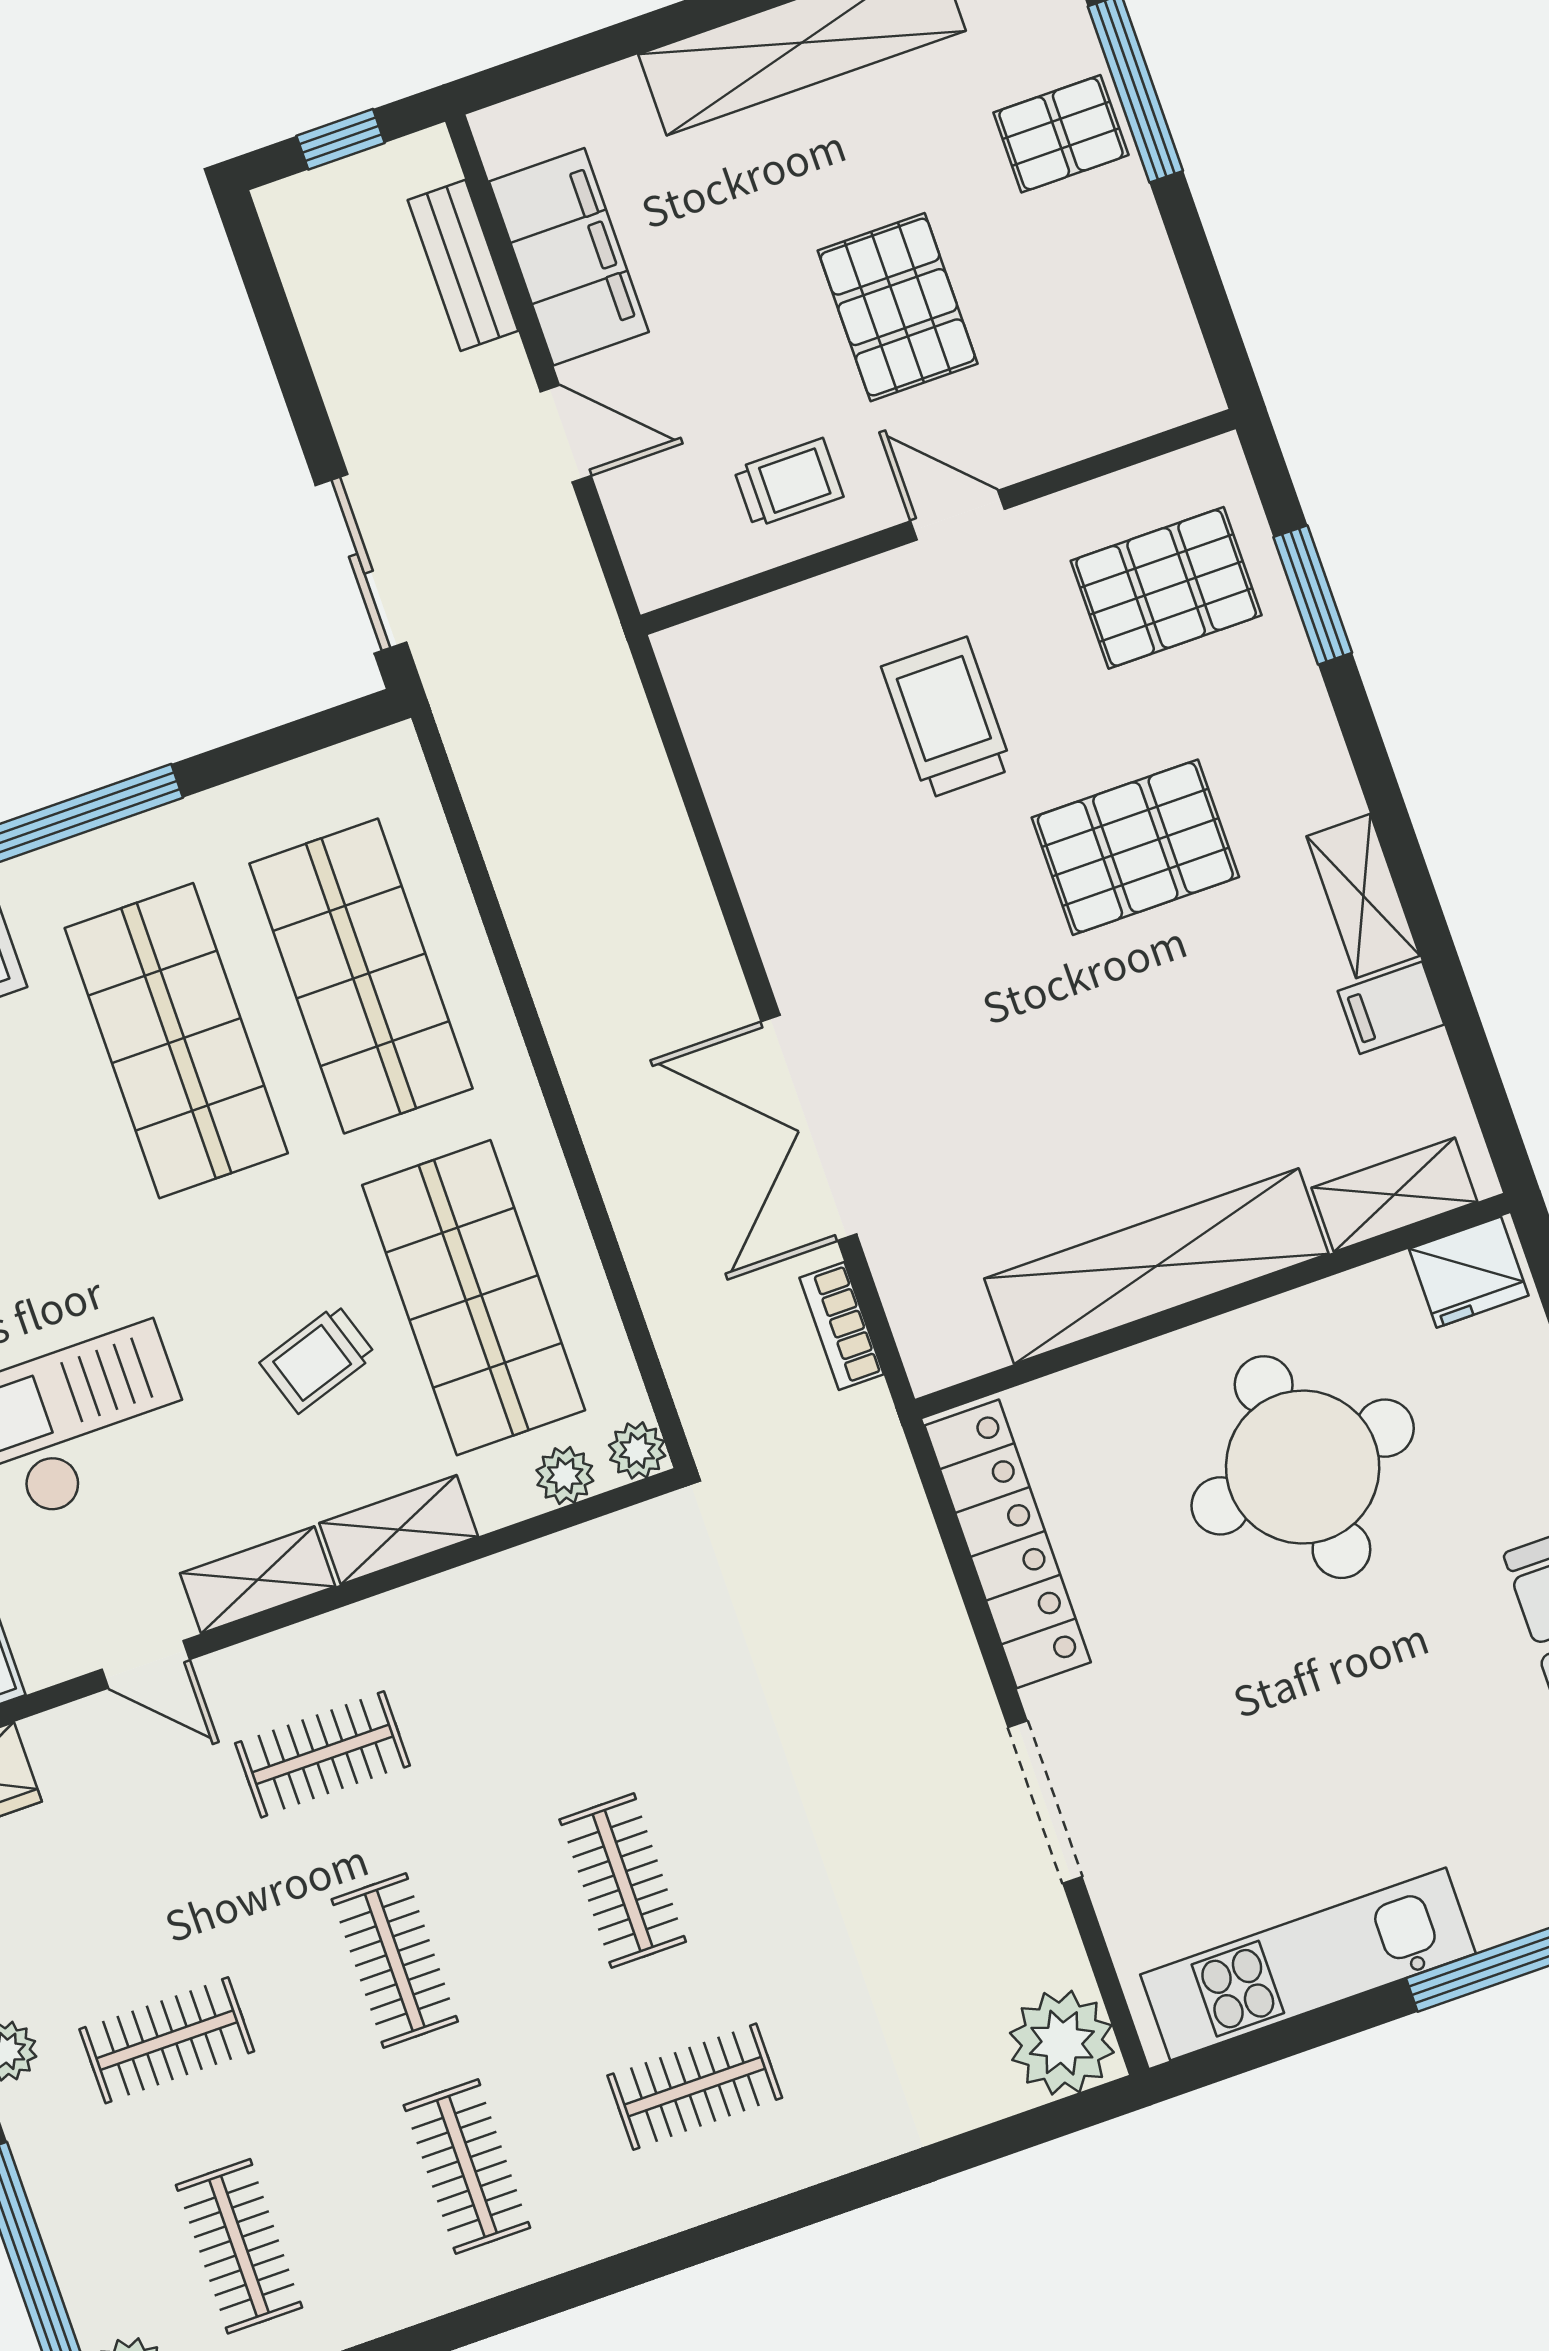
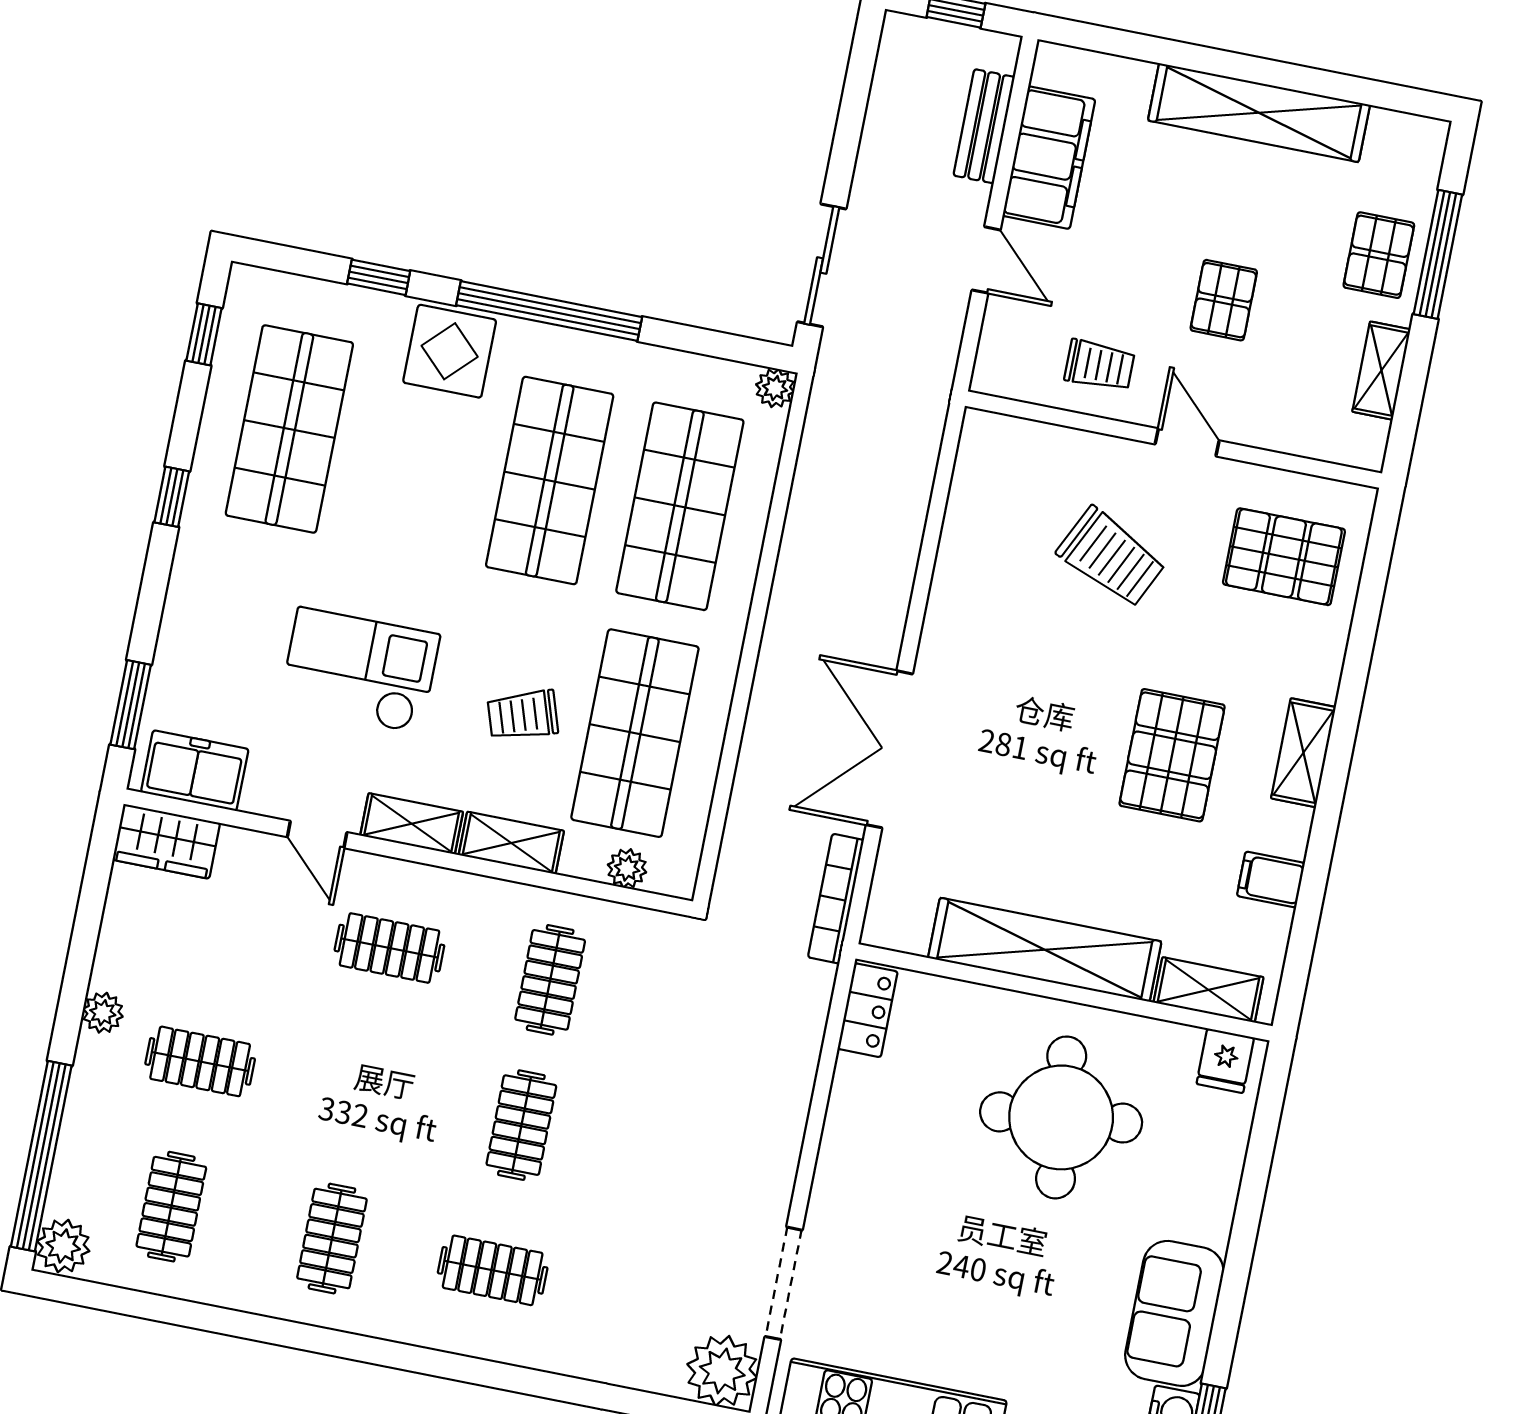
pallet: (1061, 134) -> (1379, 255), turned 90
shelving: (1151, 278) -> (1381, 371), added
pallet: (898, 307) -> (1224, 300), width x0.67, depth x0.71
window: (1313, 595) -> (1367, 611), removed
trolley: (947, 718) -> (1111, 557), turned 116
pallet: (1135, 847) -> (1172, 755), moved, turned 90
shelving: (1363, 896) -> (1303, 753), moved
fridge: (1469, 1272) -> (1225, 1061), width x0.72
bookcase: (842, 1326) -> (836, 899), width x1.56
plant: (637, 1450) -> (775, 388), moved
locker: (1008, 1544) -> (868, 1010), width x0.46, depth x0.83
doorway: (1045, 1802) -> (784, 1283), moved
clothes rail: (395, 1960) -> (550, 980), moved

